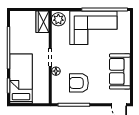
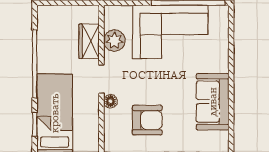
plant: (58, 19) -> (114, 41), moved
wardrobe: (43, 22) -> (89, 41), moved
armchair: (79, 83) -> (147, 120), turned 180

